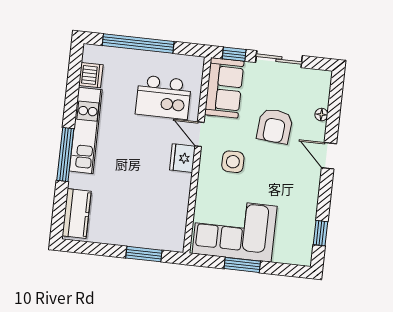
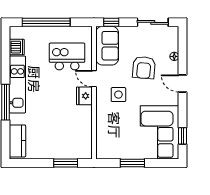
sliding door: (279, 59) -> (153, 22), moved
kitchen island: (163, 97) -> (67, 56), turned 180
corner sofa: (235, 230) -> (159, 132), moved, turned -90

